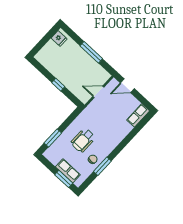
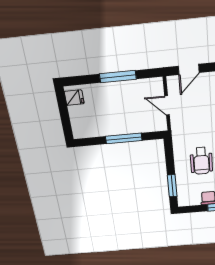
window: (58, 85) -> (124, 138), width x2.17
door: (98, 92) -> (167, 105), hinge flipped

